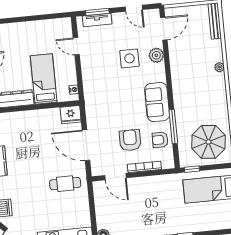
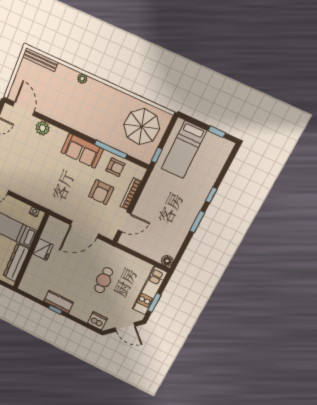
side table: (129, 58) -> (33, 152), removed
fridge: (71, 115) -> (43, 249), moved
armchair: (130, 140) -> (101, 192), turned -90
armchair: (160, 140) -> (115, 167), turned -90
cafe table: (65, 184) -> (104, 280), moved

